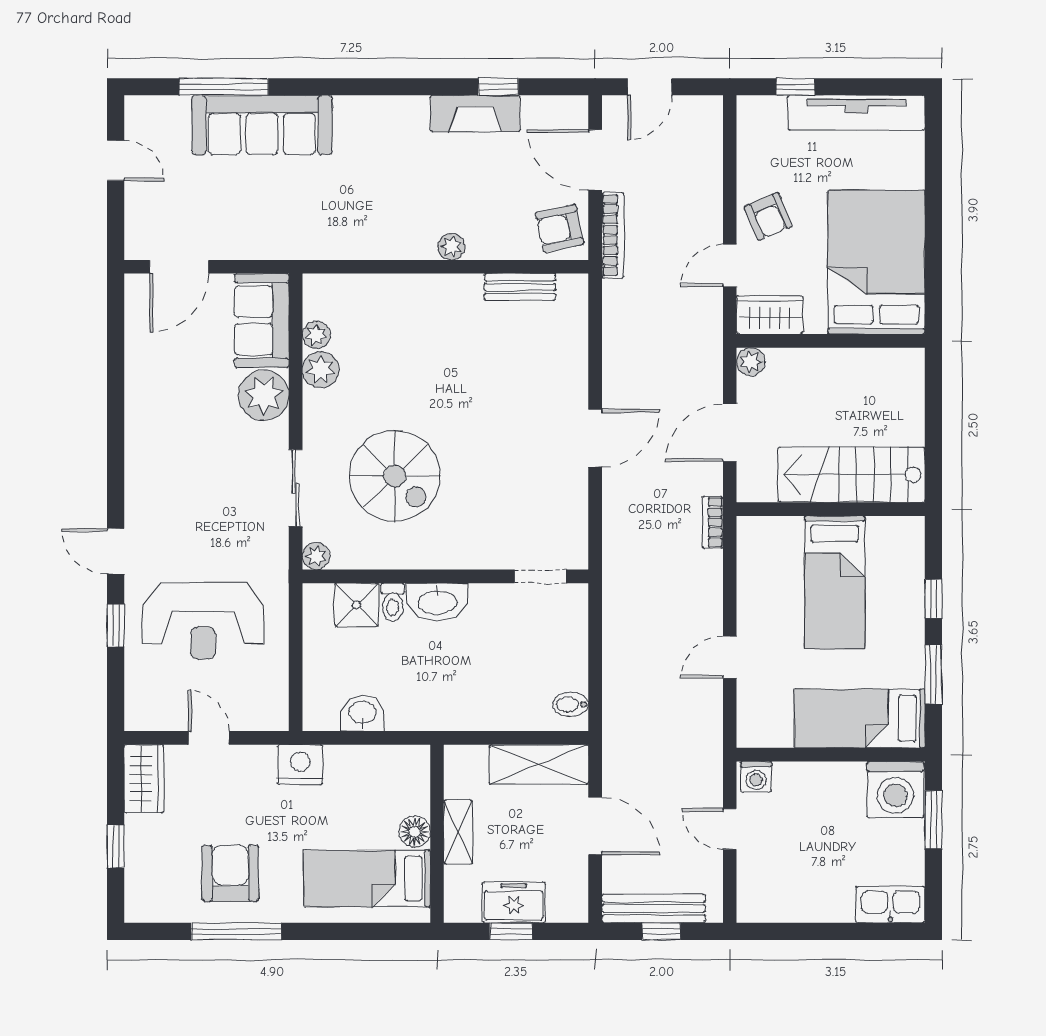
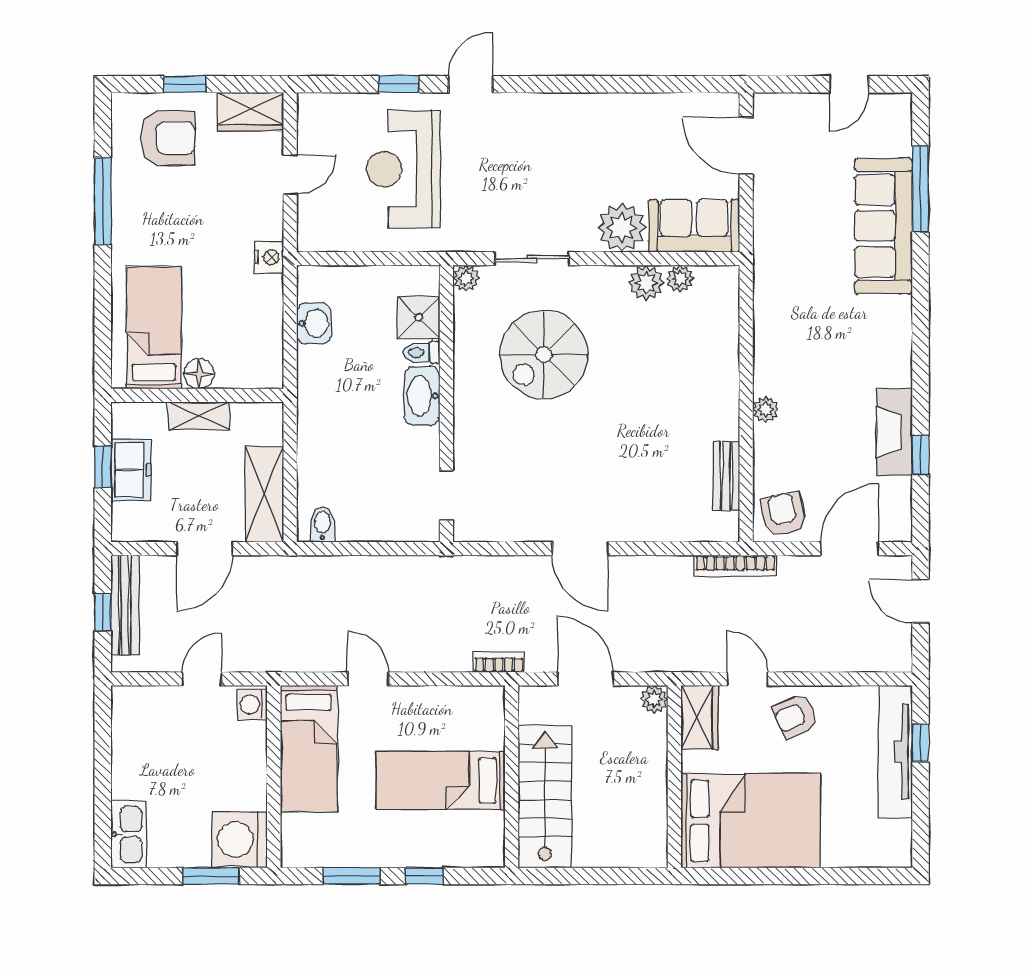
tv unit: (857, 113) -> (895, 752), moved
bookcase: (613, 235) -> (735, 566), moved
bed: (860, 719) -> (309, 749), moved, turned 180
nightstand: (300, 765) -> (269, 257), width x0.74, depth x0.75
armchair: (230, 873) -> (168, 138), moved

